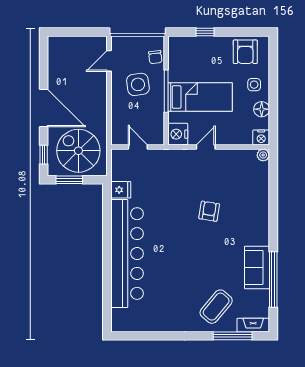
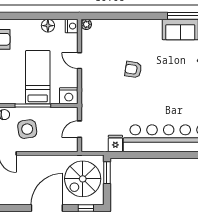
side table: (254, 85) -> (27, 32), removed
door: (206, 147) -> (79, 61), moved
window: (69, 180) -> (107, 173), moved

